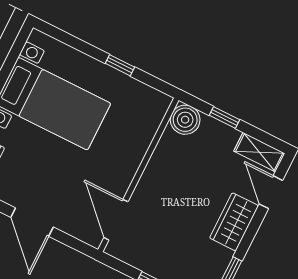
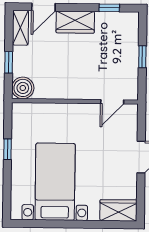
door: (116, 220) -> (112, 102), width x0.73

